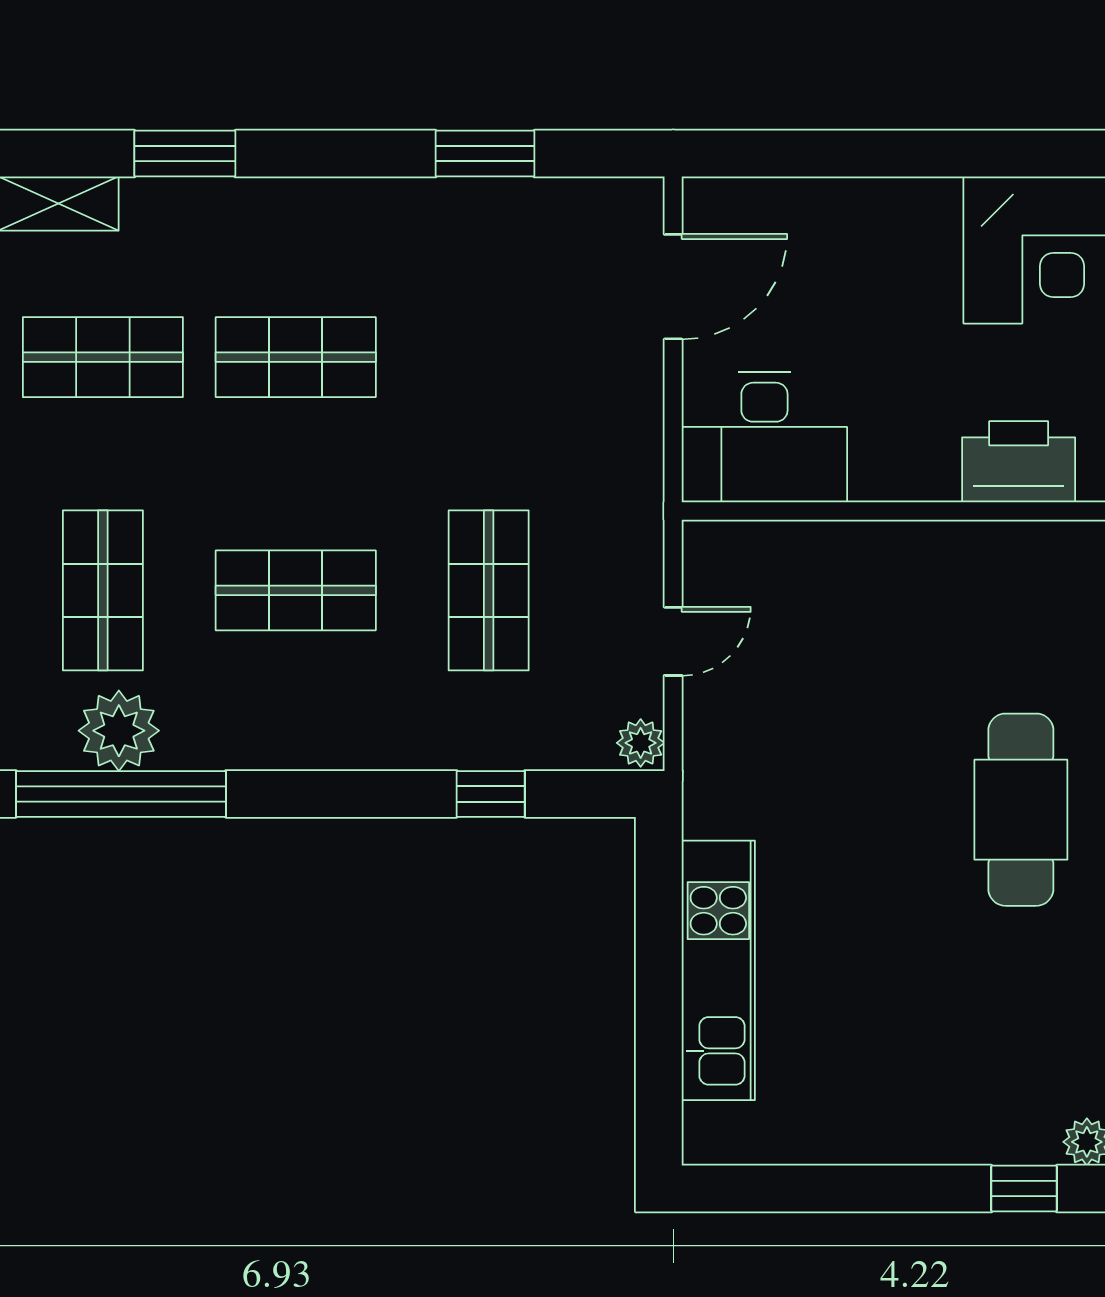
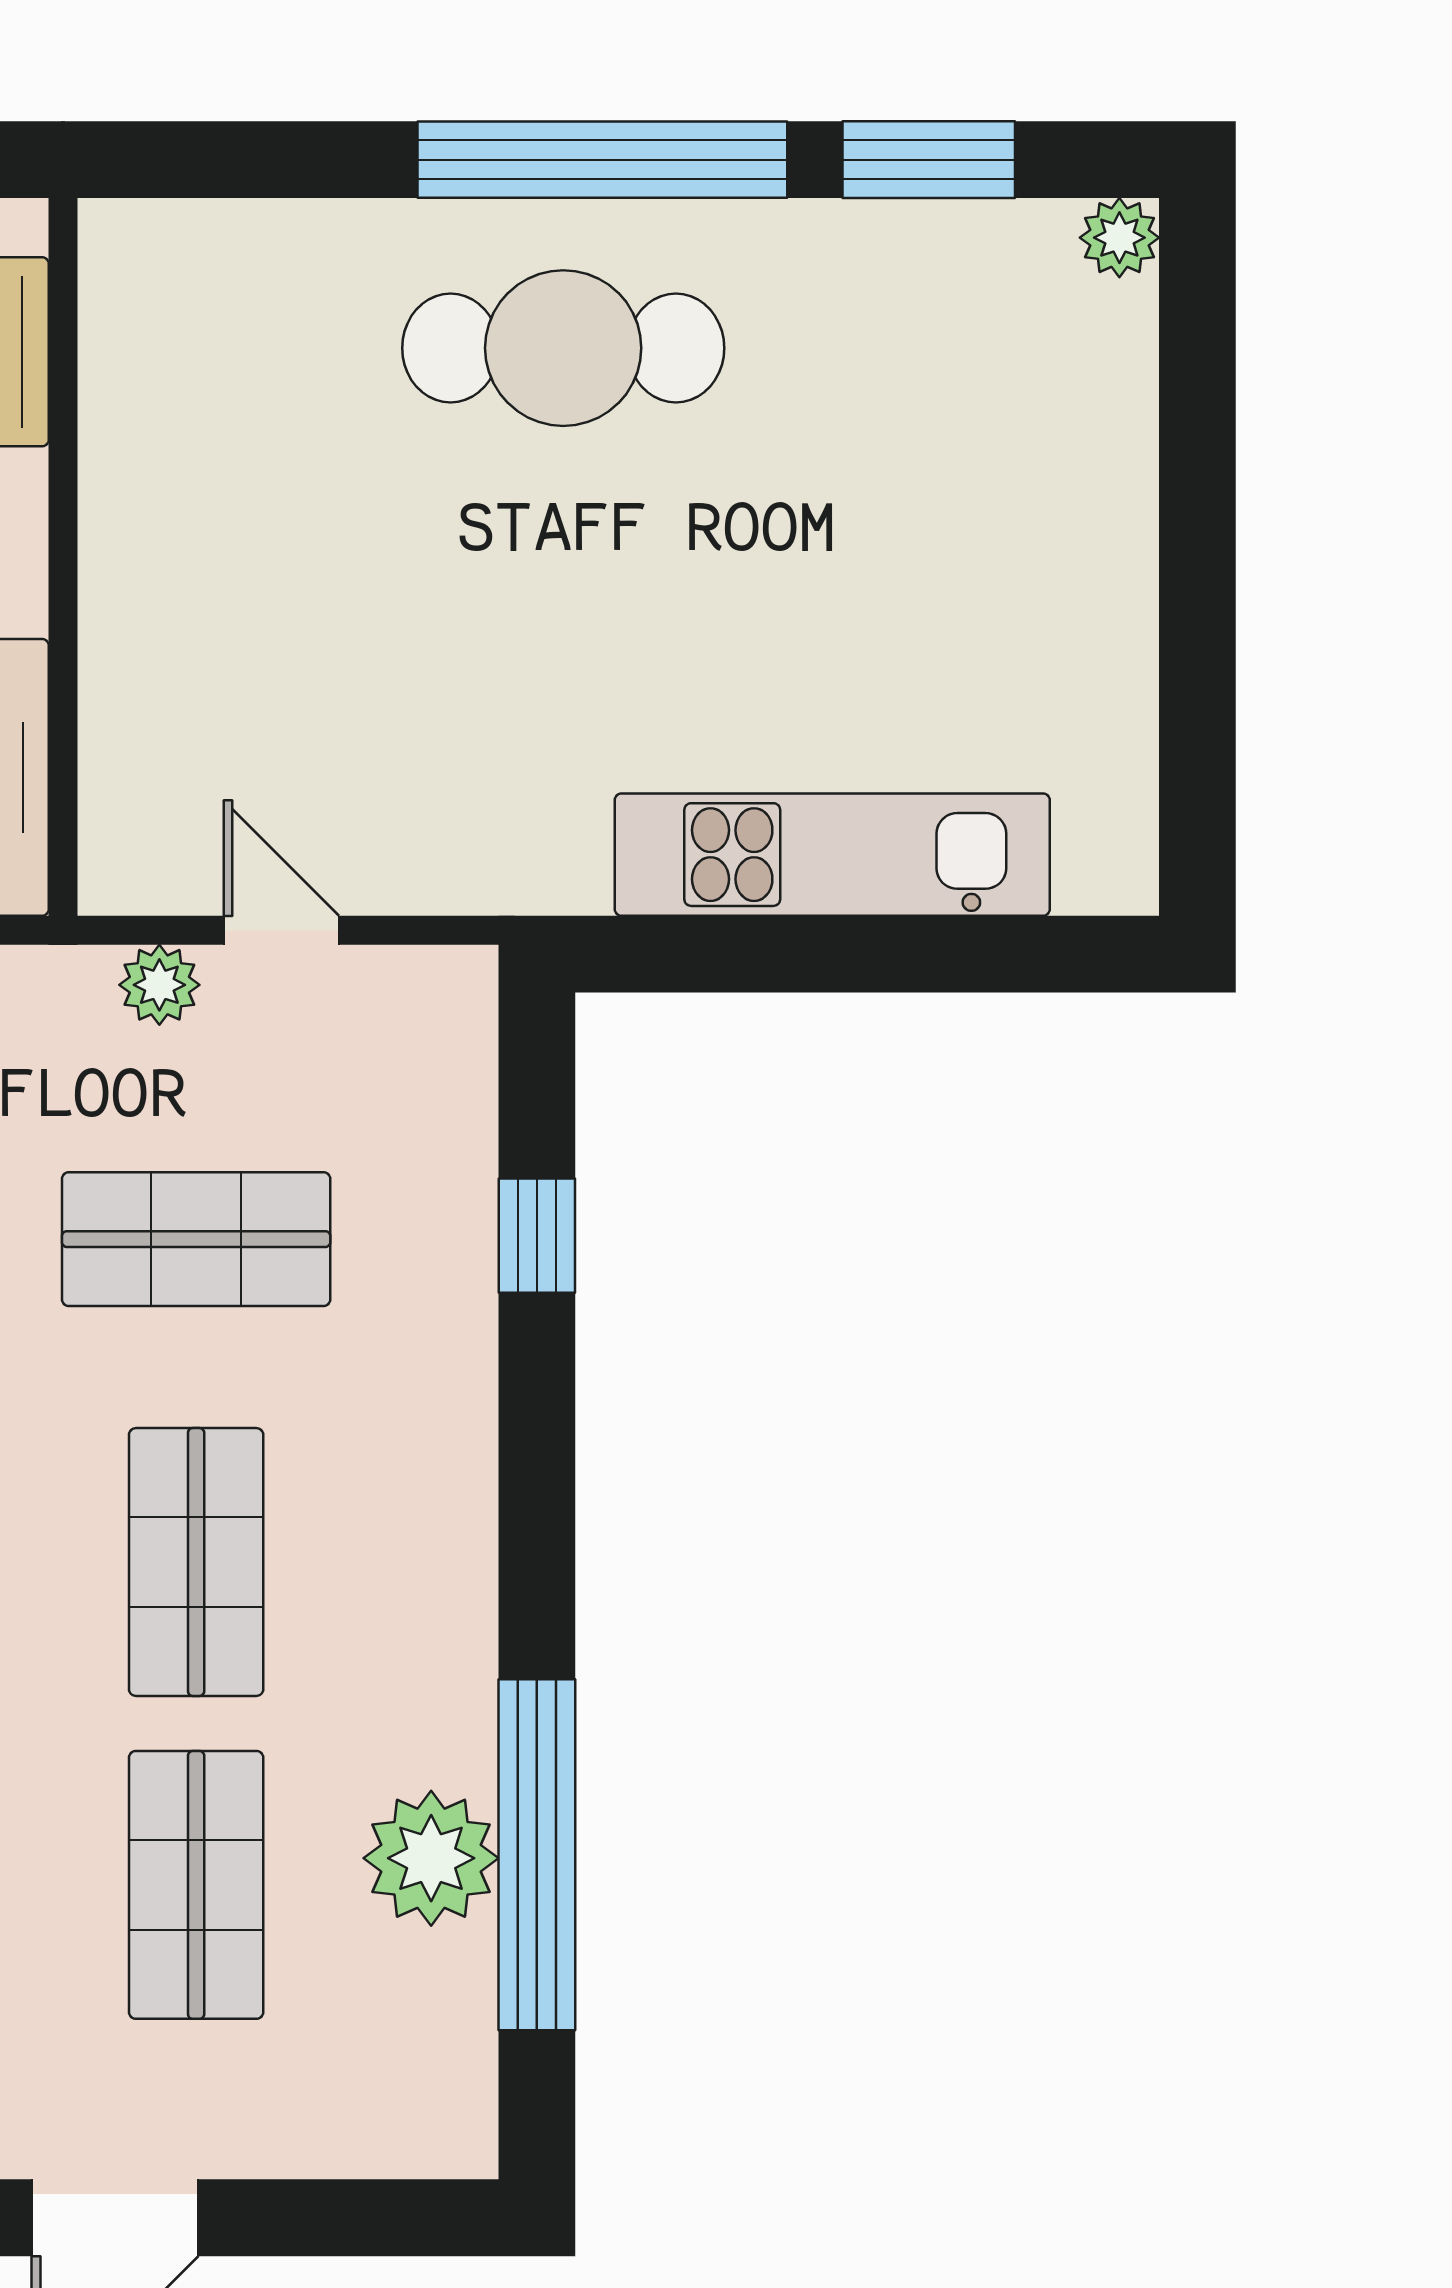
shop shelf: (103, 590) -> (196, 1885), turned 90
plant: (641, 743) -> (159, 985), moved
window: (1024, 1189) -> (1197, 343), removed

